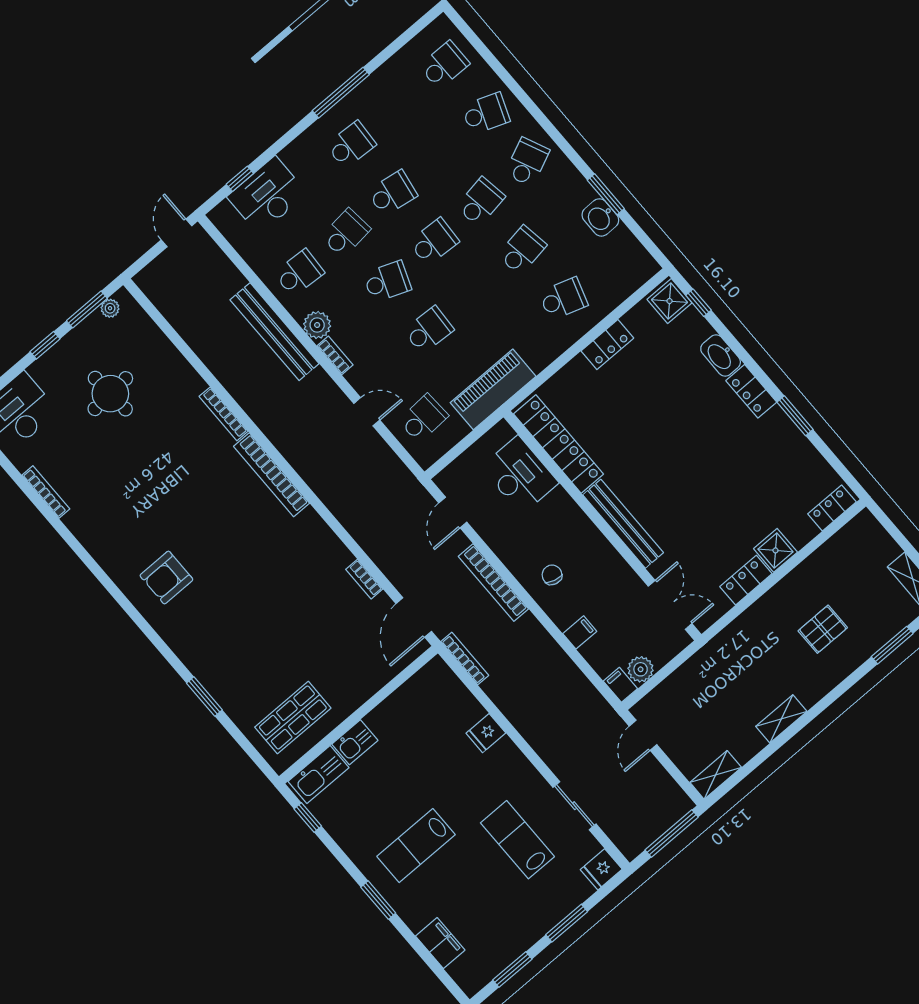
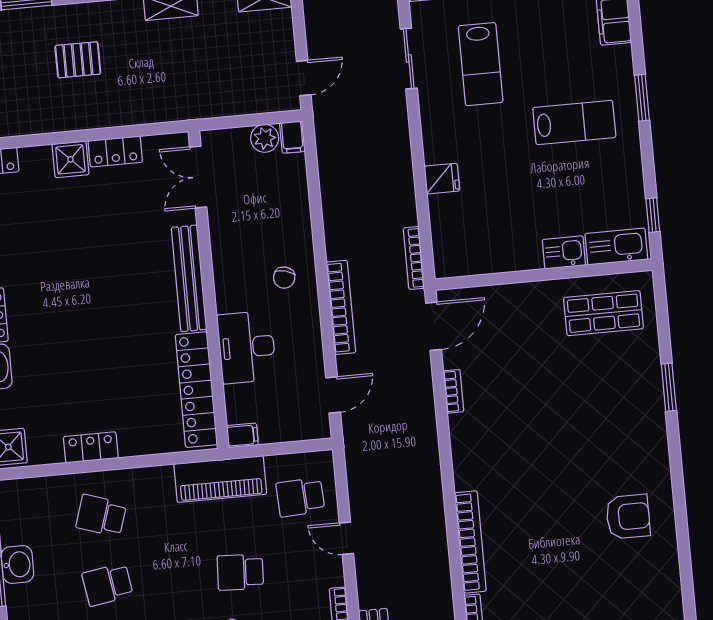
desk: (520, 475) -> (247, 347), moved
filing cabinet: (580, 632) -> (242, 435), moved, turned 180

